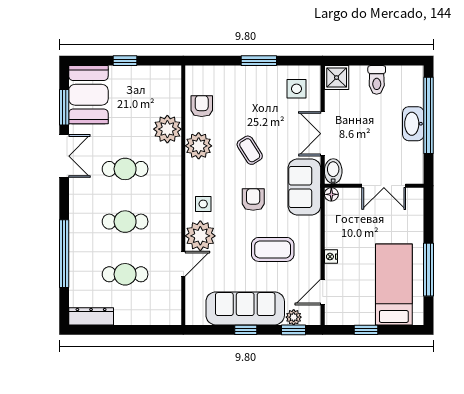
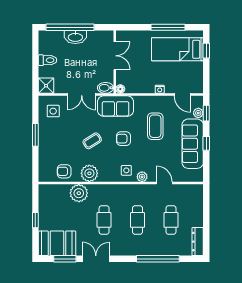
plant: (200, 236) -> (142, 177), width x0.53, depth x0.53
window: (366, 330) -> (206, 51), moved

